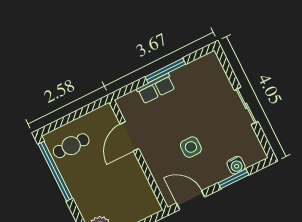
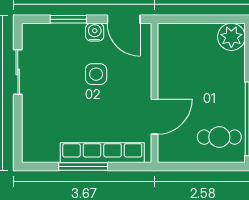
row of seats: (156, 89) -> (102, 153), width x2.02
sliding door: (246, 106) -> (18, 72), moved
water cooler: (236, 165) -> (95, 32), moved

